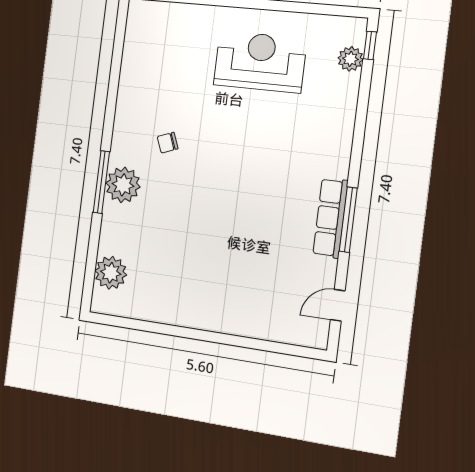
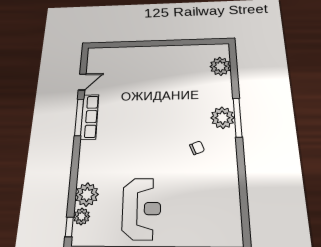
reception desk: (260, 62) -> (141, 209), turned -90
plant: (341, 91) -> (87, 195), added
door: (338, 305) -> (82, 82), moved

